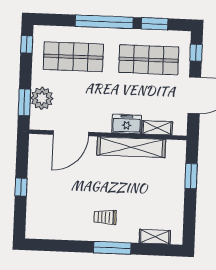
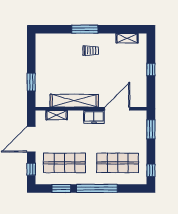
plant: (42, 98) -> (139, 133), removed
freezer: (127, 124) -> (94, 117), moved
shelving: (155, 237) -> (127, 38), moved

